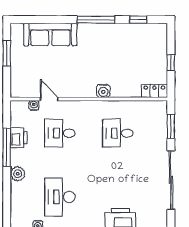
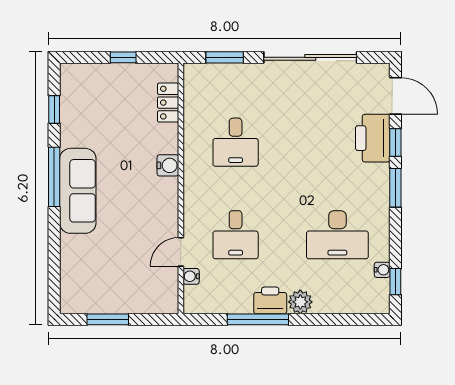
sofa: (50, 34) -> (78, 191), moved
locker: (154, 91) -> (168, 103), moved
printer: (19, 138) -> (270, 300), moved

